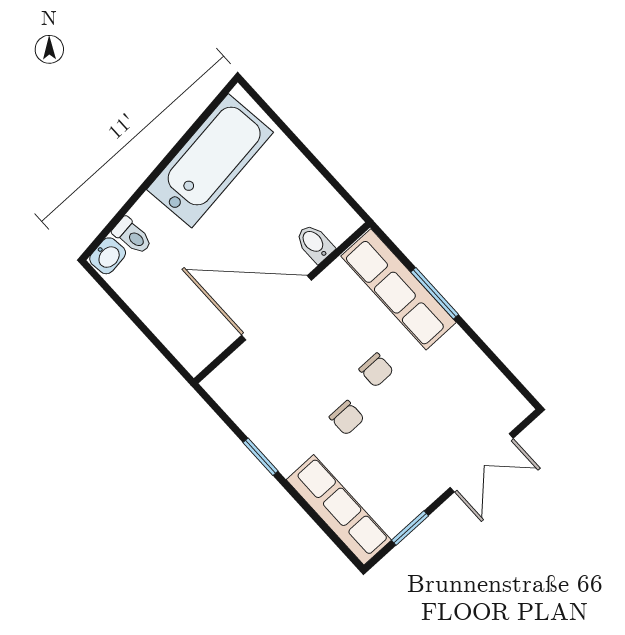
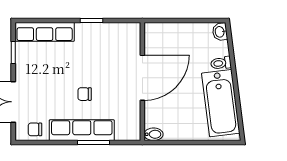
toilet: (132, 236) -> (221, 63), moved
bidet: (315, 243) -> (154, 134), moved
row of seats: (399, 289) -> (82, 130), moved
chair: (347, 418) -> (35, 129), moved

